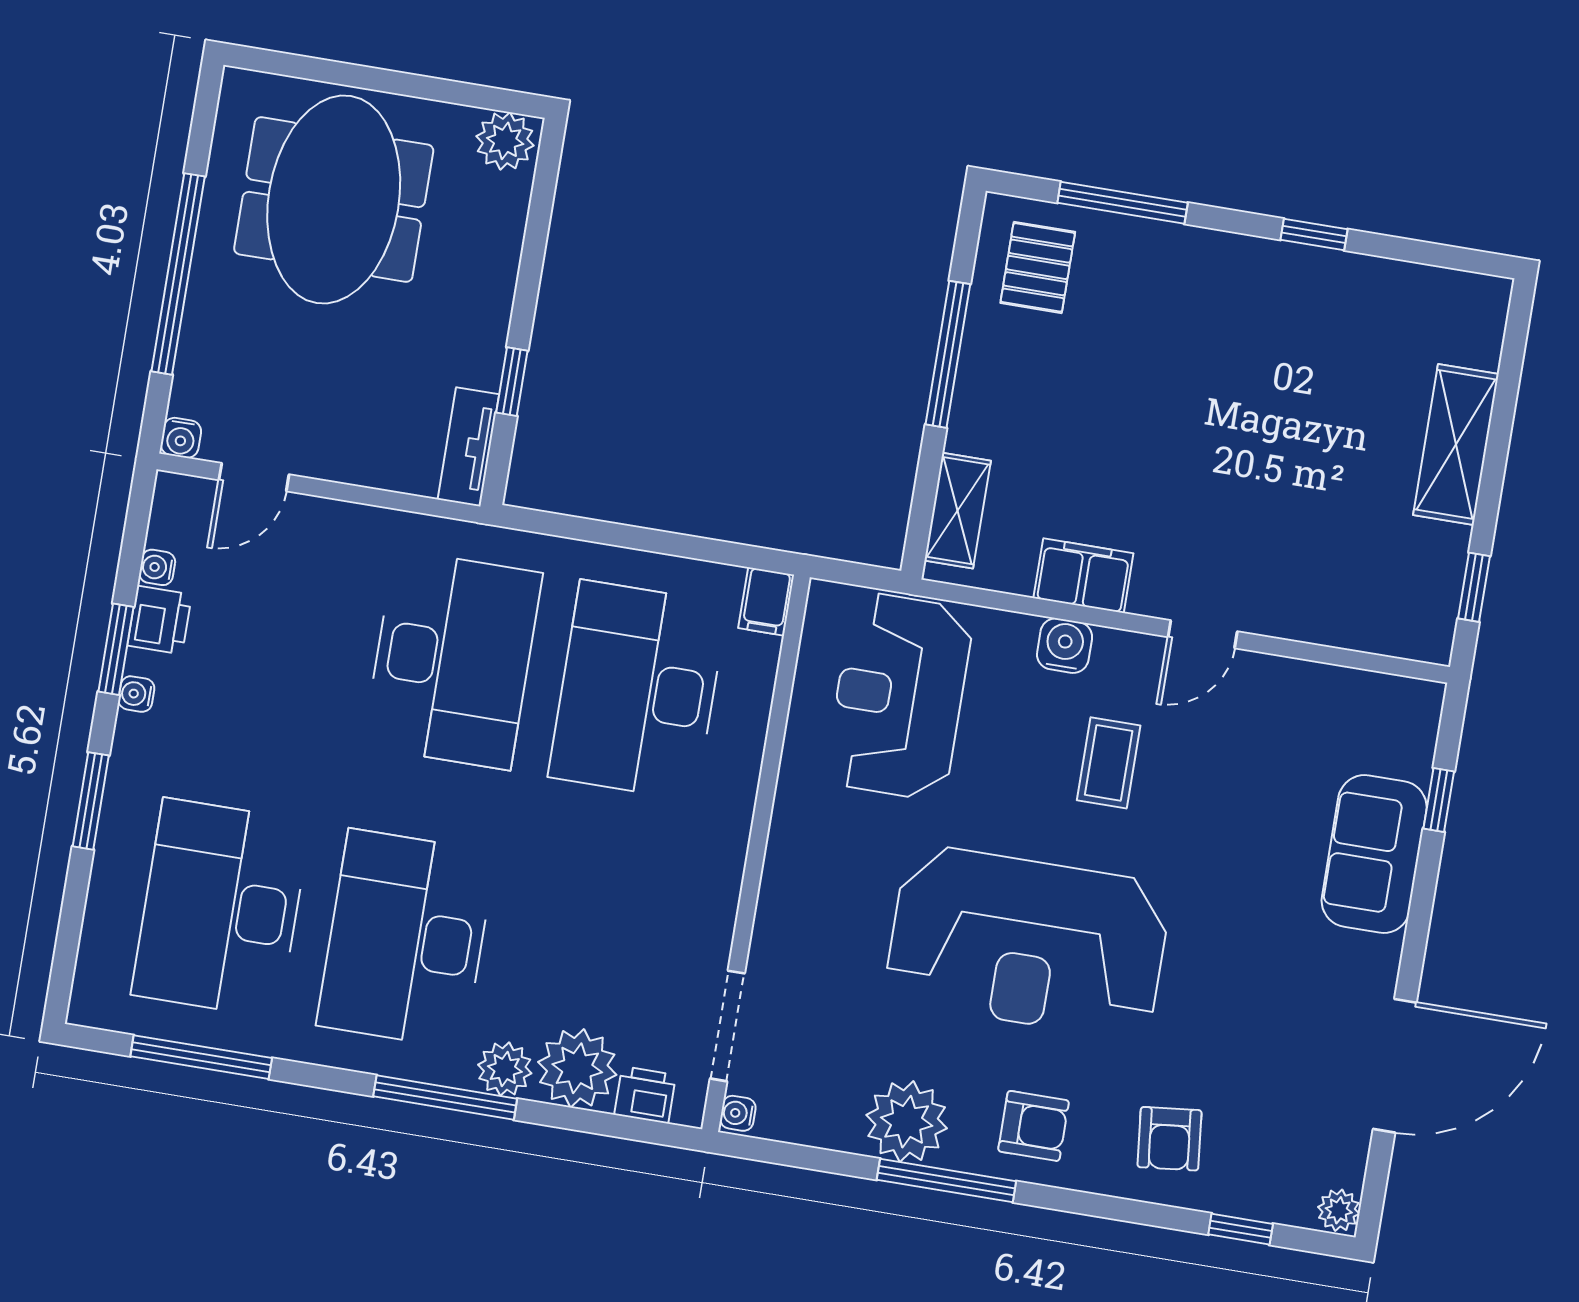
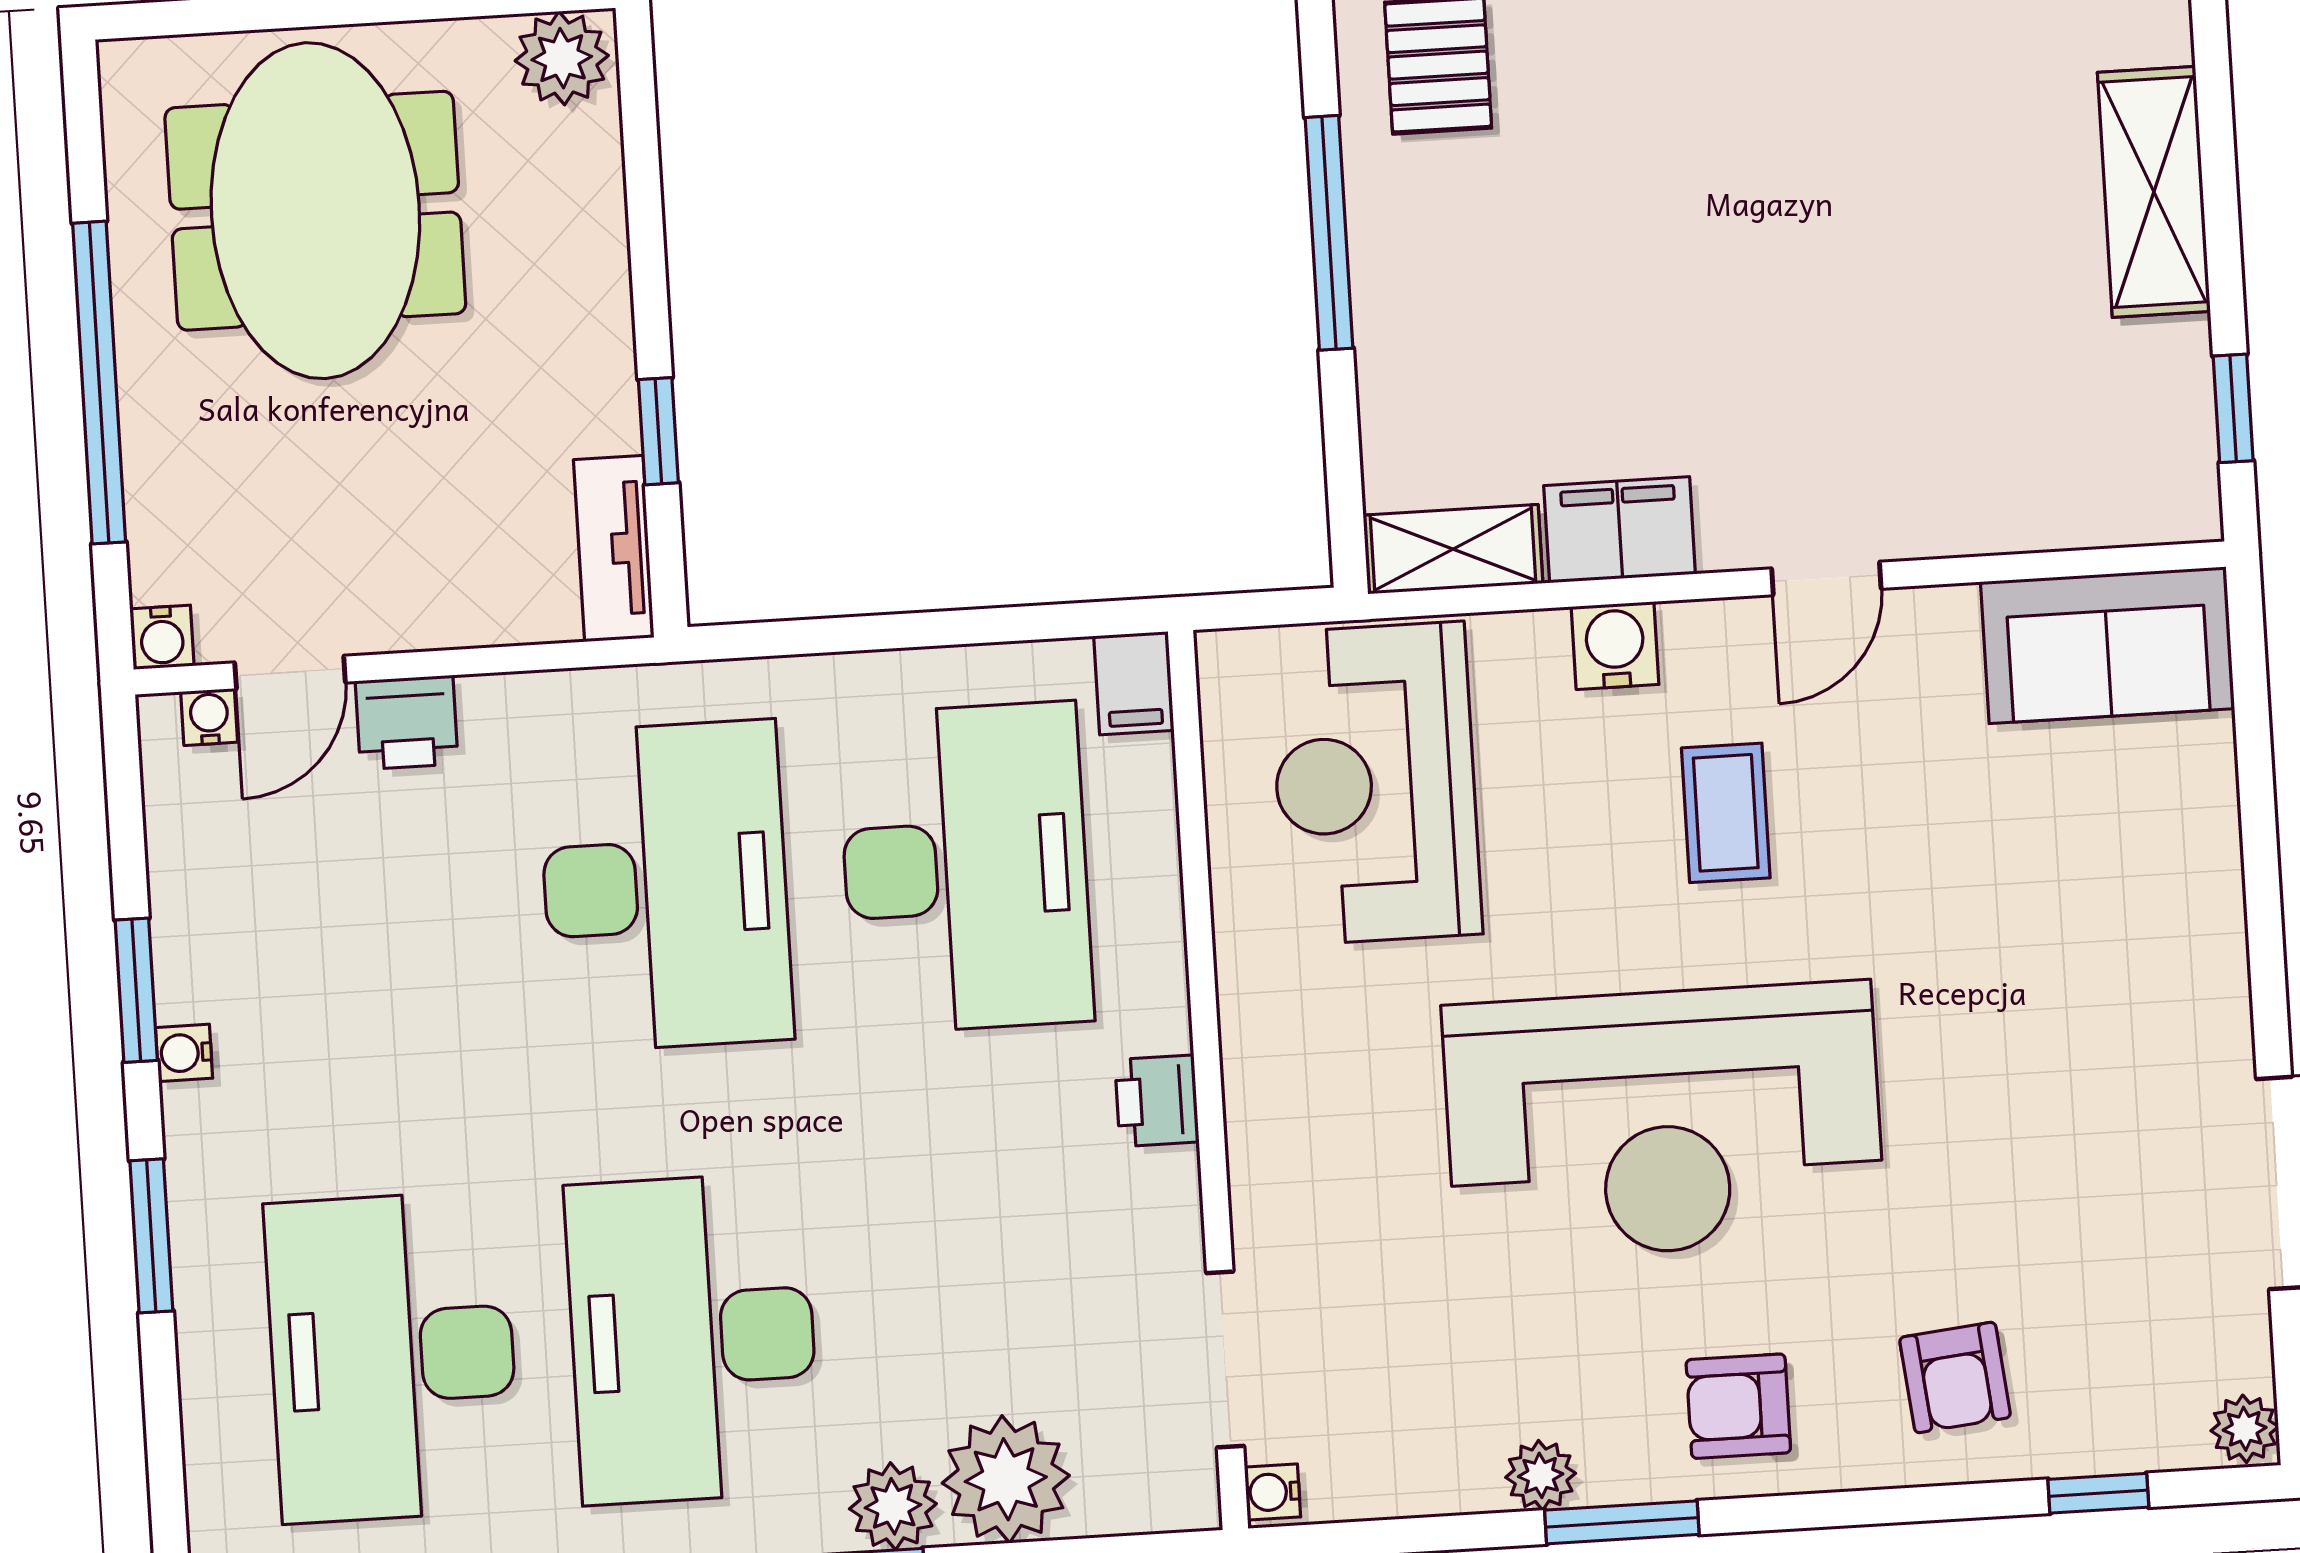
shelving: (958, 511) -> (1453, 549), moved, turned 90
water cooler: (157, 567) -> (209, 717), moved, turned 90
printer: (160, 620) -> (407, 723), moved, turned 90
desk: (638, 690) -> (965, 868), turned 180
window: (1439, 800) -> (2254, 753), removed
sofa: (1374, 854) -> (2107, 645), moved, turned -90
printer: (645, 1095) -> (1157, 1101), moved, turned -90
plant: (907, 1122) -> (1541, 1475), width x0.53, depth x0.53
armchair: (1034, 1126) -> (1738, 1406), turned 180
window: (946, 1180) -> (1622, 1522), width x0.69

